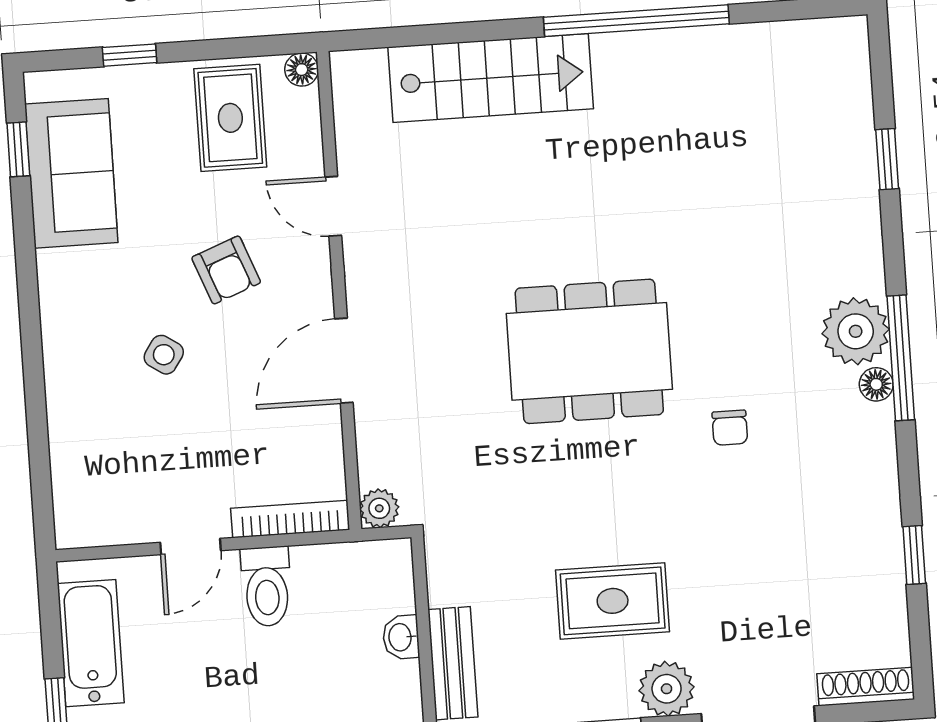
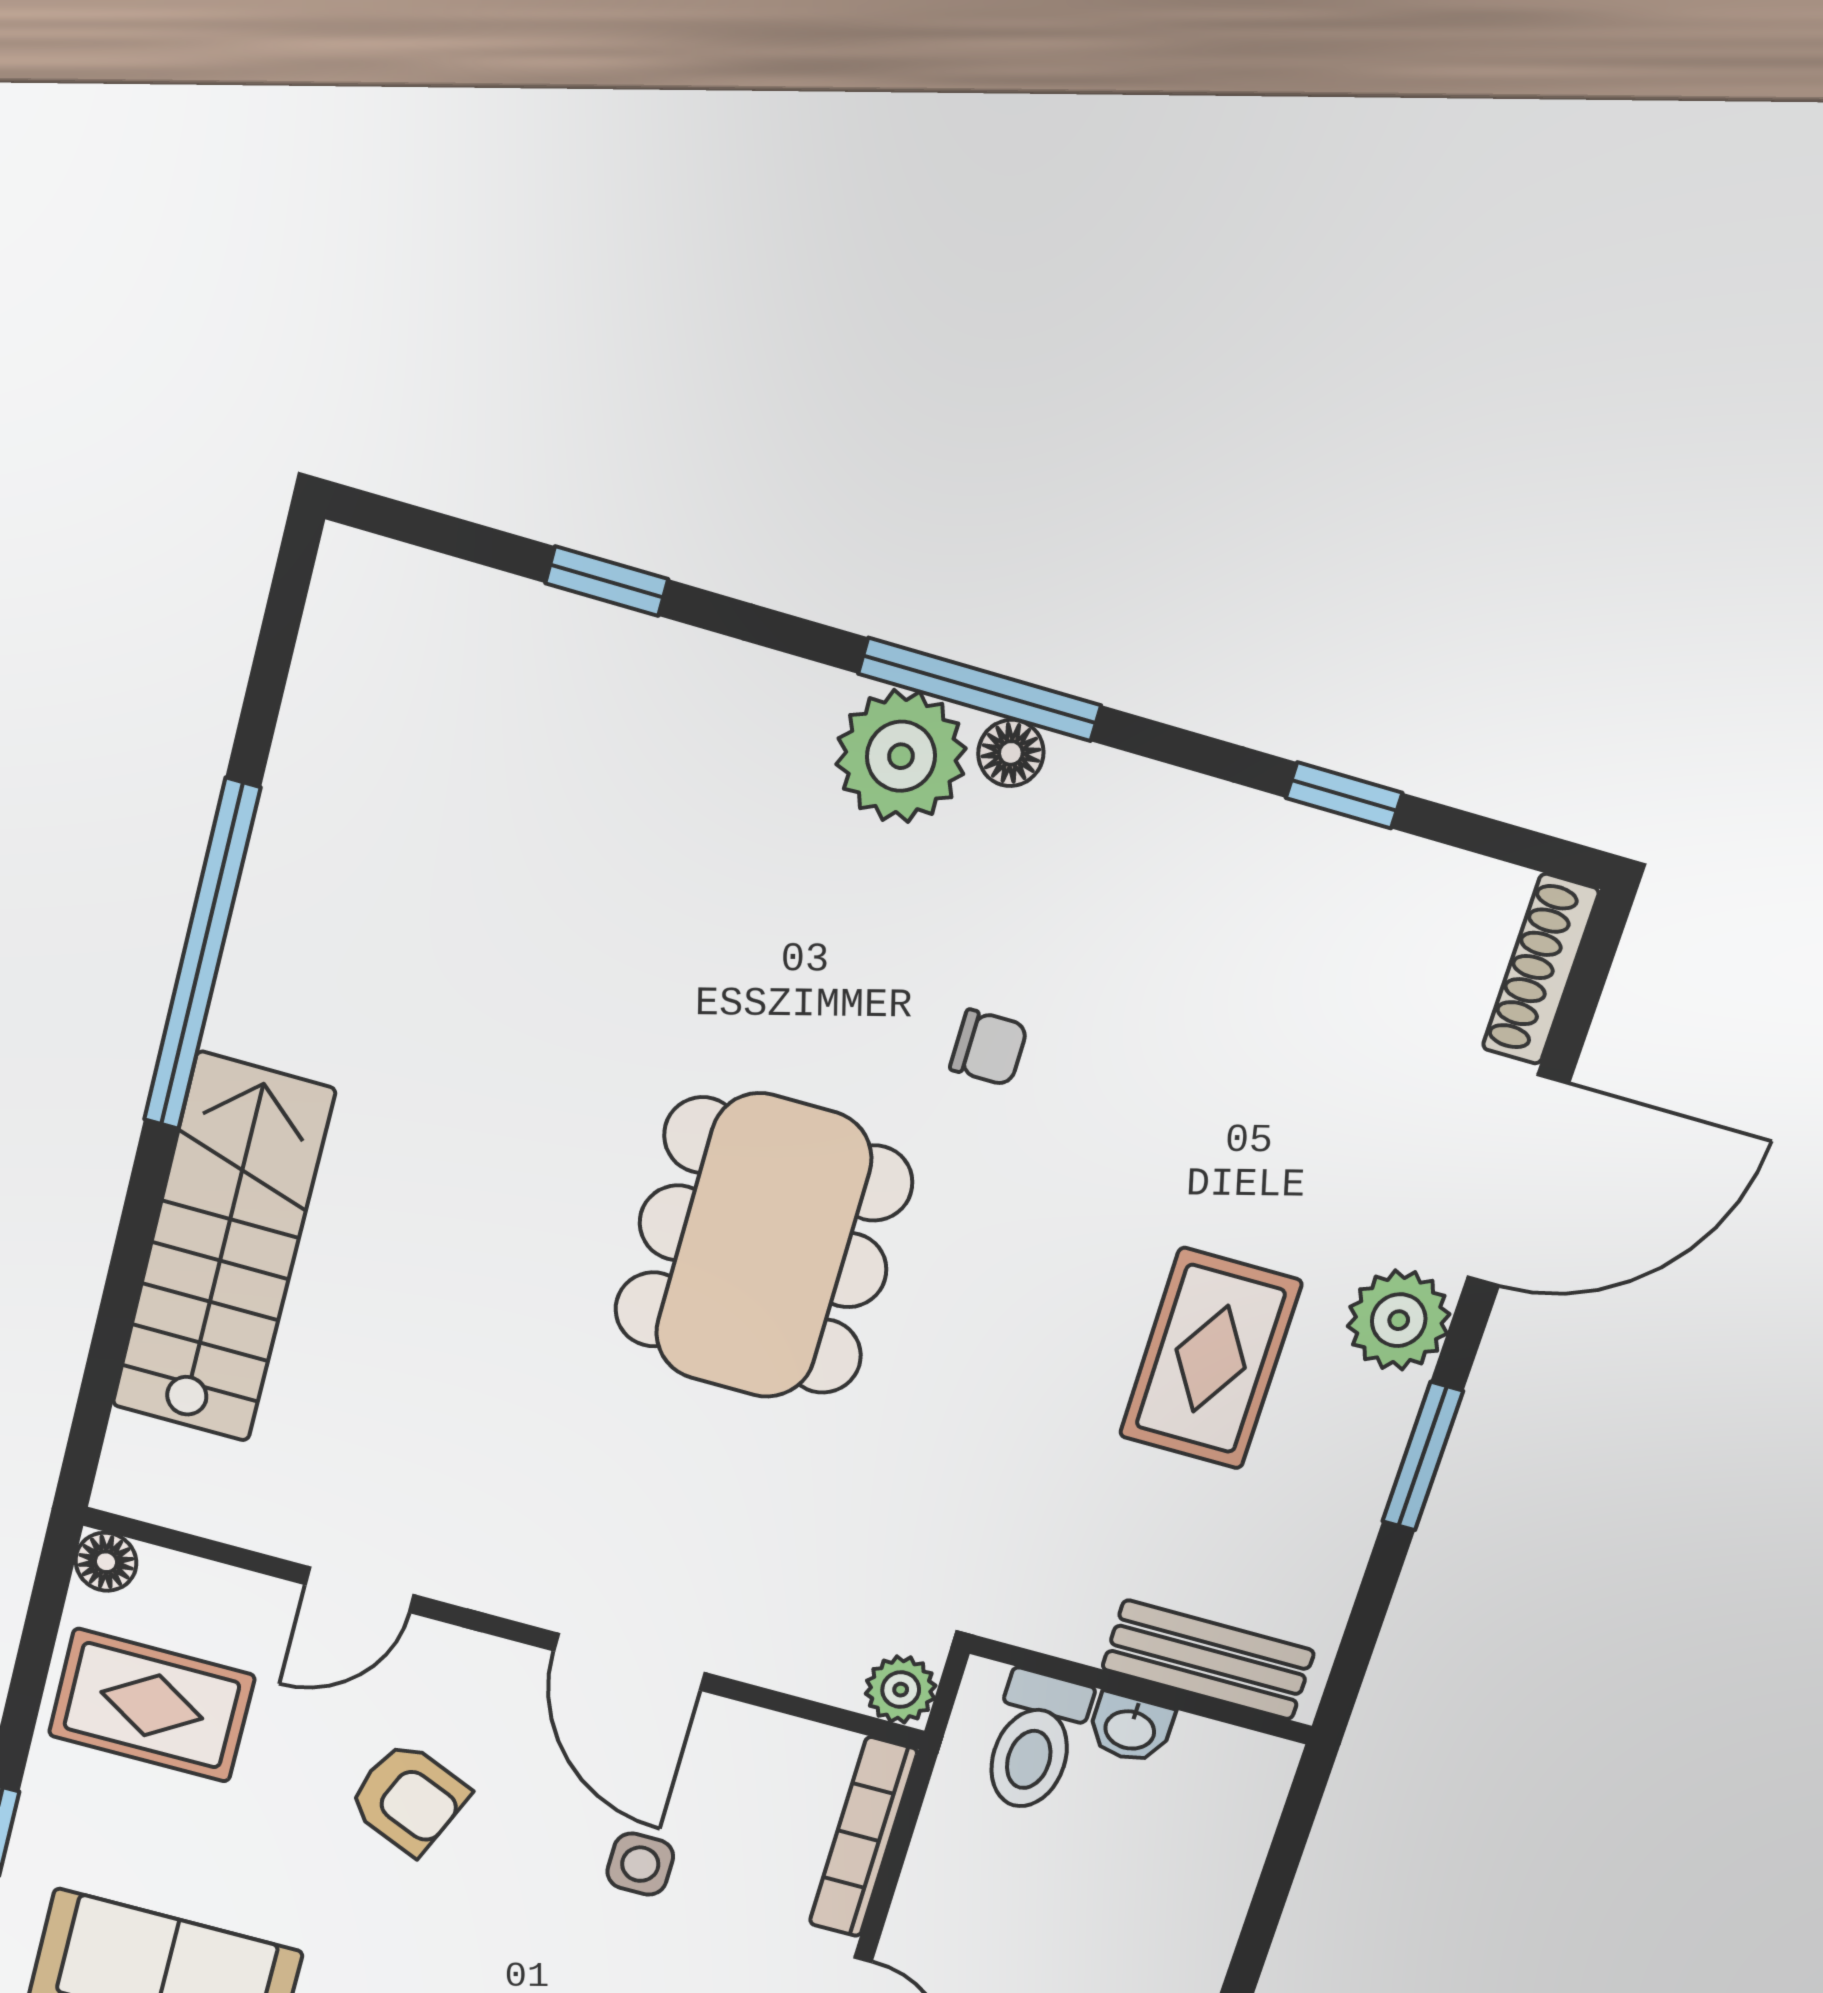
armchair: (226, 270) -> (408, 1798), turned 44
side table: (164, 355) -> (640, 1864), moved, turned -34
toilet: (267, 586) -> (1035, 1741), moved, turned 90

